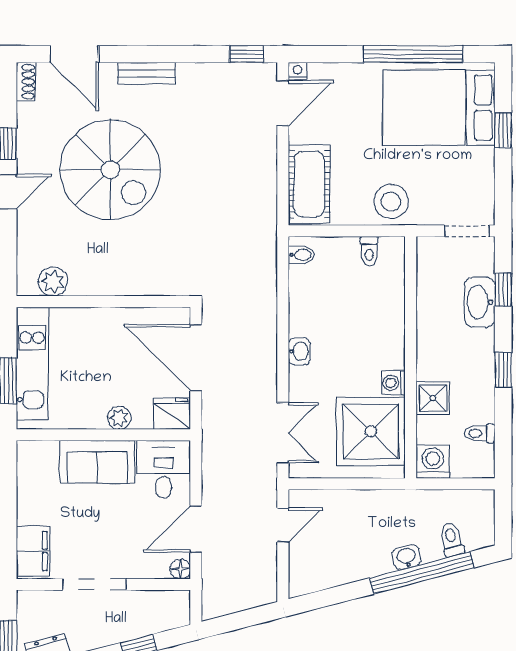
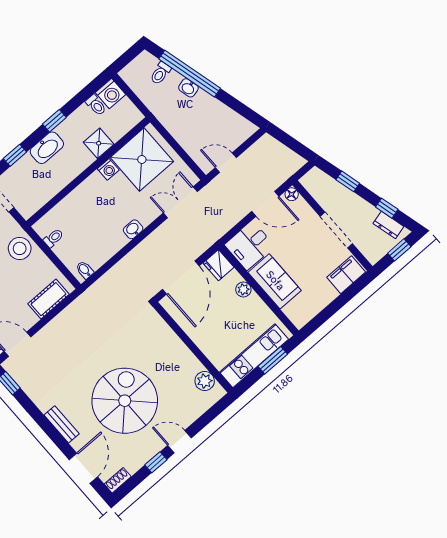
cot: (309, 184) -> (48, 299), width x0.73, depth x0.75
washbasin: (480, 302) -> (47, 148), moved
washing machine: (433, 462) -> (110, 93), moved, turned -90

